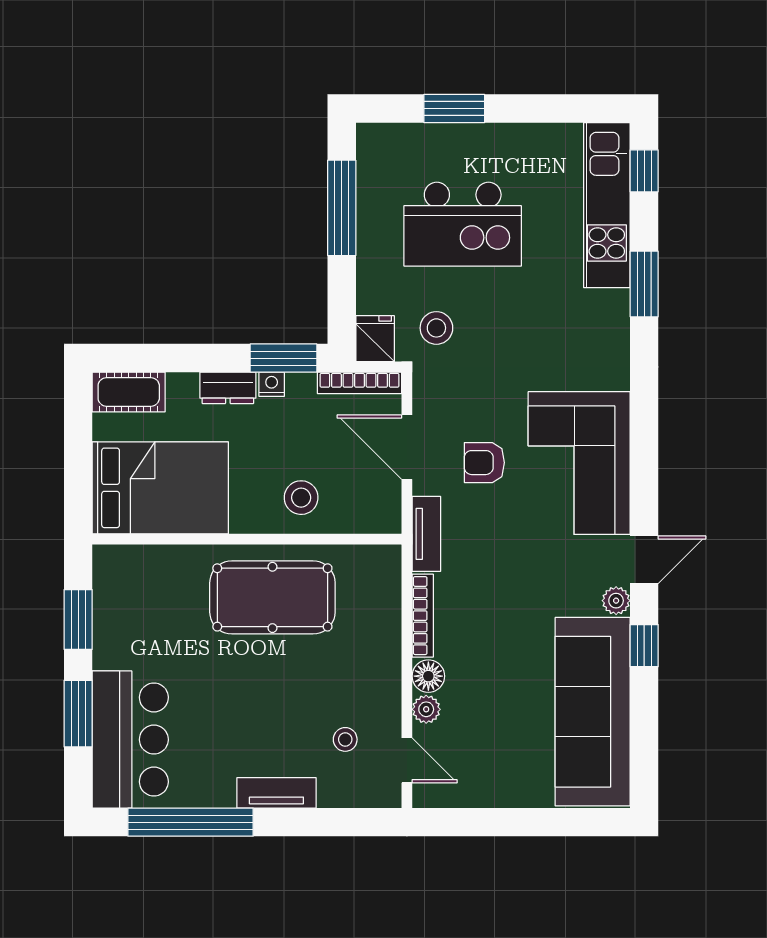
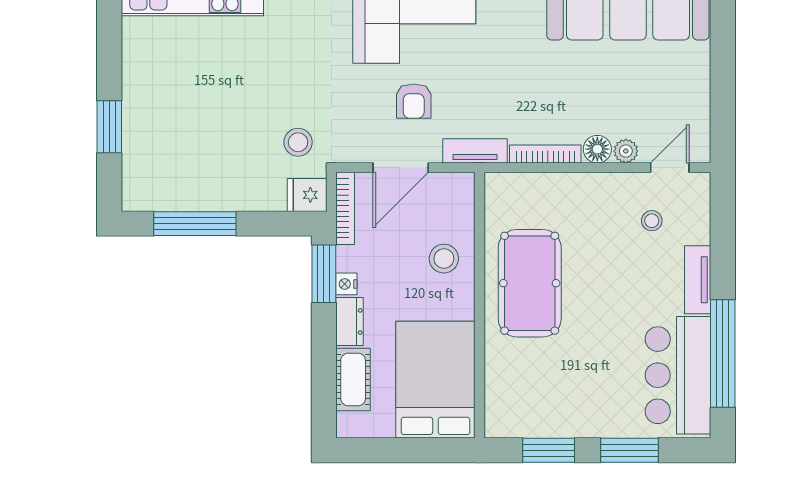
kitchen island: (463, 224) -> (209, 120), removed
cot: (129, 392) -> (353, 379), moved
bar counter: (130, 740) -> (678, 375), moved, turned -90

